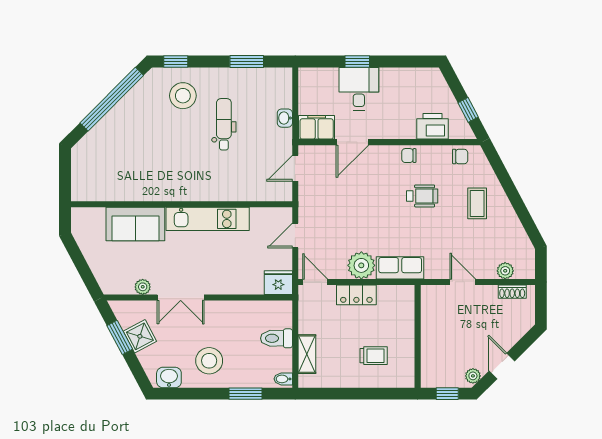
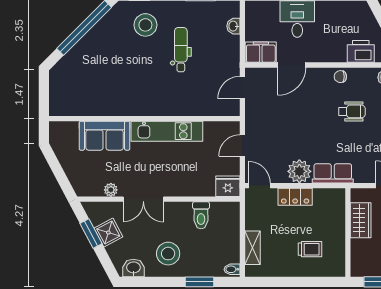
washbasin: (285, 118) -> (233, 26), moved
wardrobe: (432, 322) -> (361, 220), added
toilet: (276, 338) -> (201, 215), moved, turned -90

